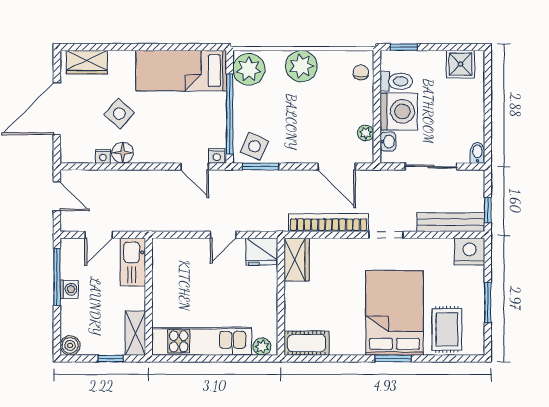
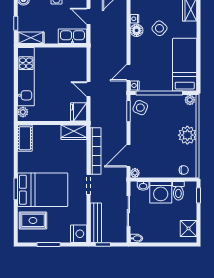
plant: (249, 69) -> (190, 100), width x0.53, depth x0.53
plant: (366, 133) -> (135, 173), moved

